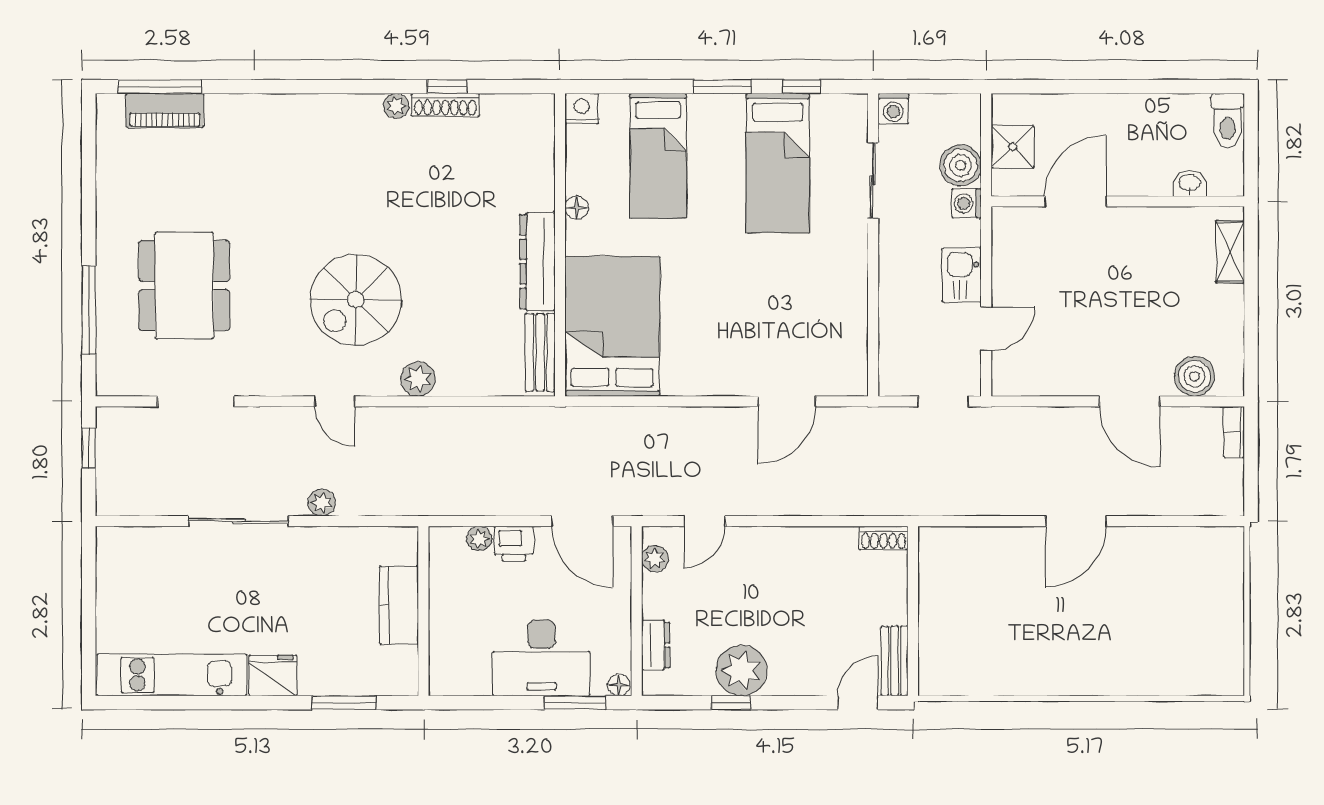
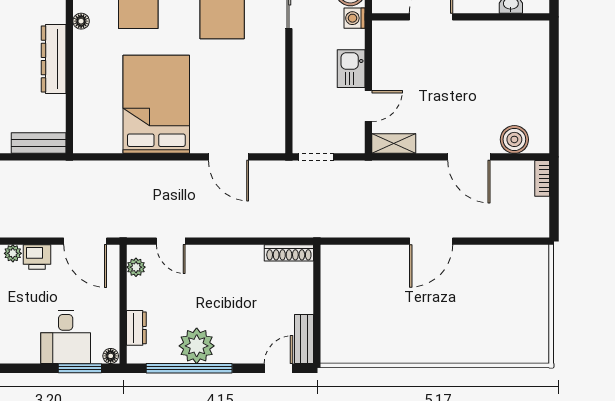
shelving: (1230, 252) -> (394, 144), moved, turned 90
bed: (612, 326) -> (156, 104), moved
bench: (540, 352) -> (39, 143), moved, turned 90
door: (787, 401) -> (228, 157), hinge flipped
doorway: (944, 401) -> (316, 157), moved
door: (704, 521) -> (171, 241), hinge flipped
shoe rack: (884, 538) -> (289, 253), width x1.43
desk: (541, 658) -> (66, 337), width x0.73
window: (731, 703) -> (189, 368), width x3.17

